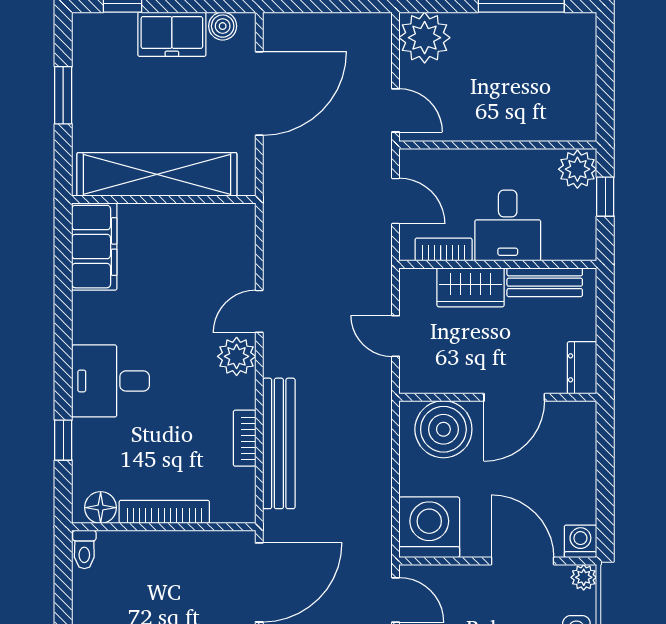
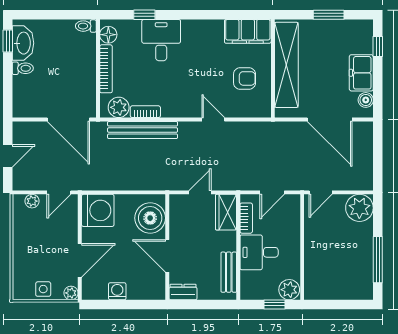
armchair: (182, 253) -> (245, 78), added
wardrobe: (471, 287) -> (226, 212), moved
plant: (237, 356) -> (119, 107), moved
desk: (111, 381) -> (161, 40), moved
washing machine: (580, 541) -> (117, 291), moved, turned -90

